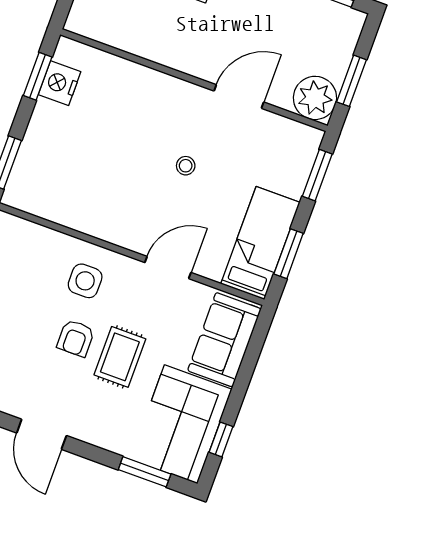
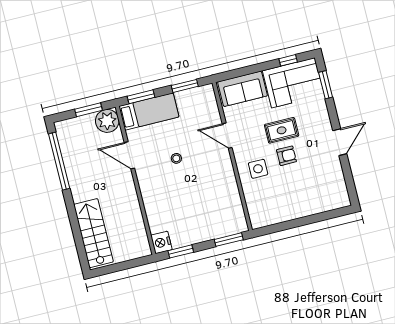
nightstand: (60, 83) -> (161, 242), moved, turned 90
bed: (260, 243) -> (149, 112), moved, turned 180

